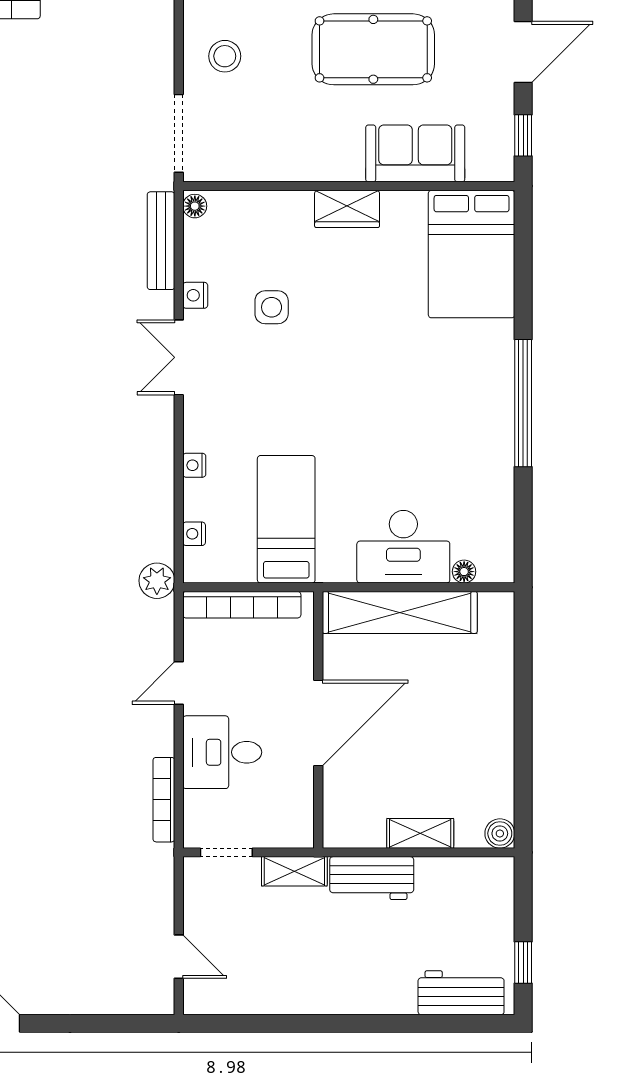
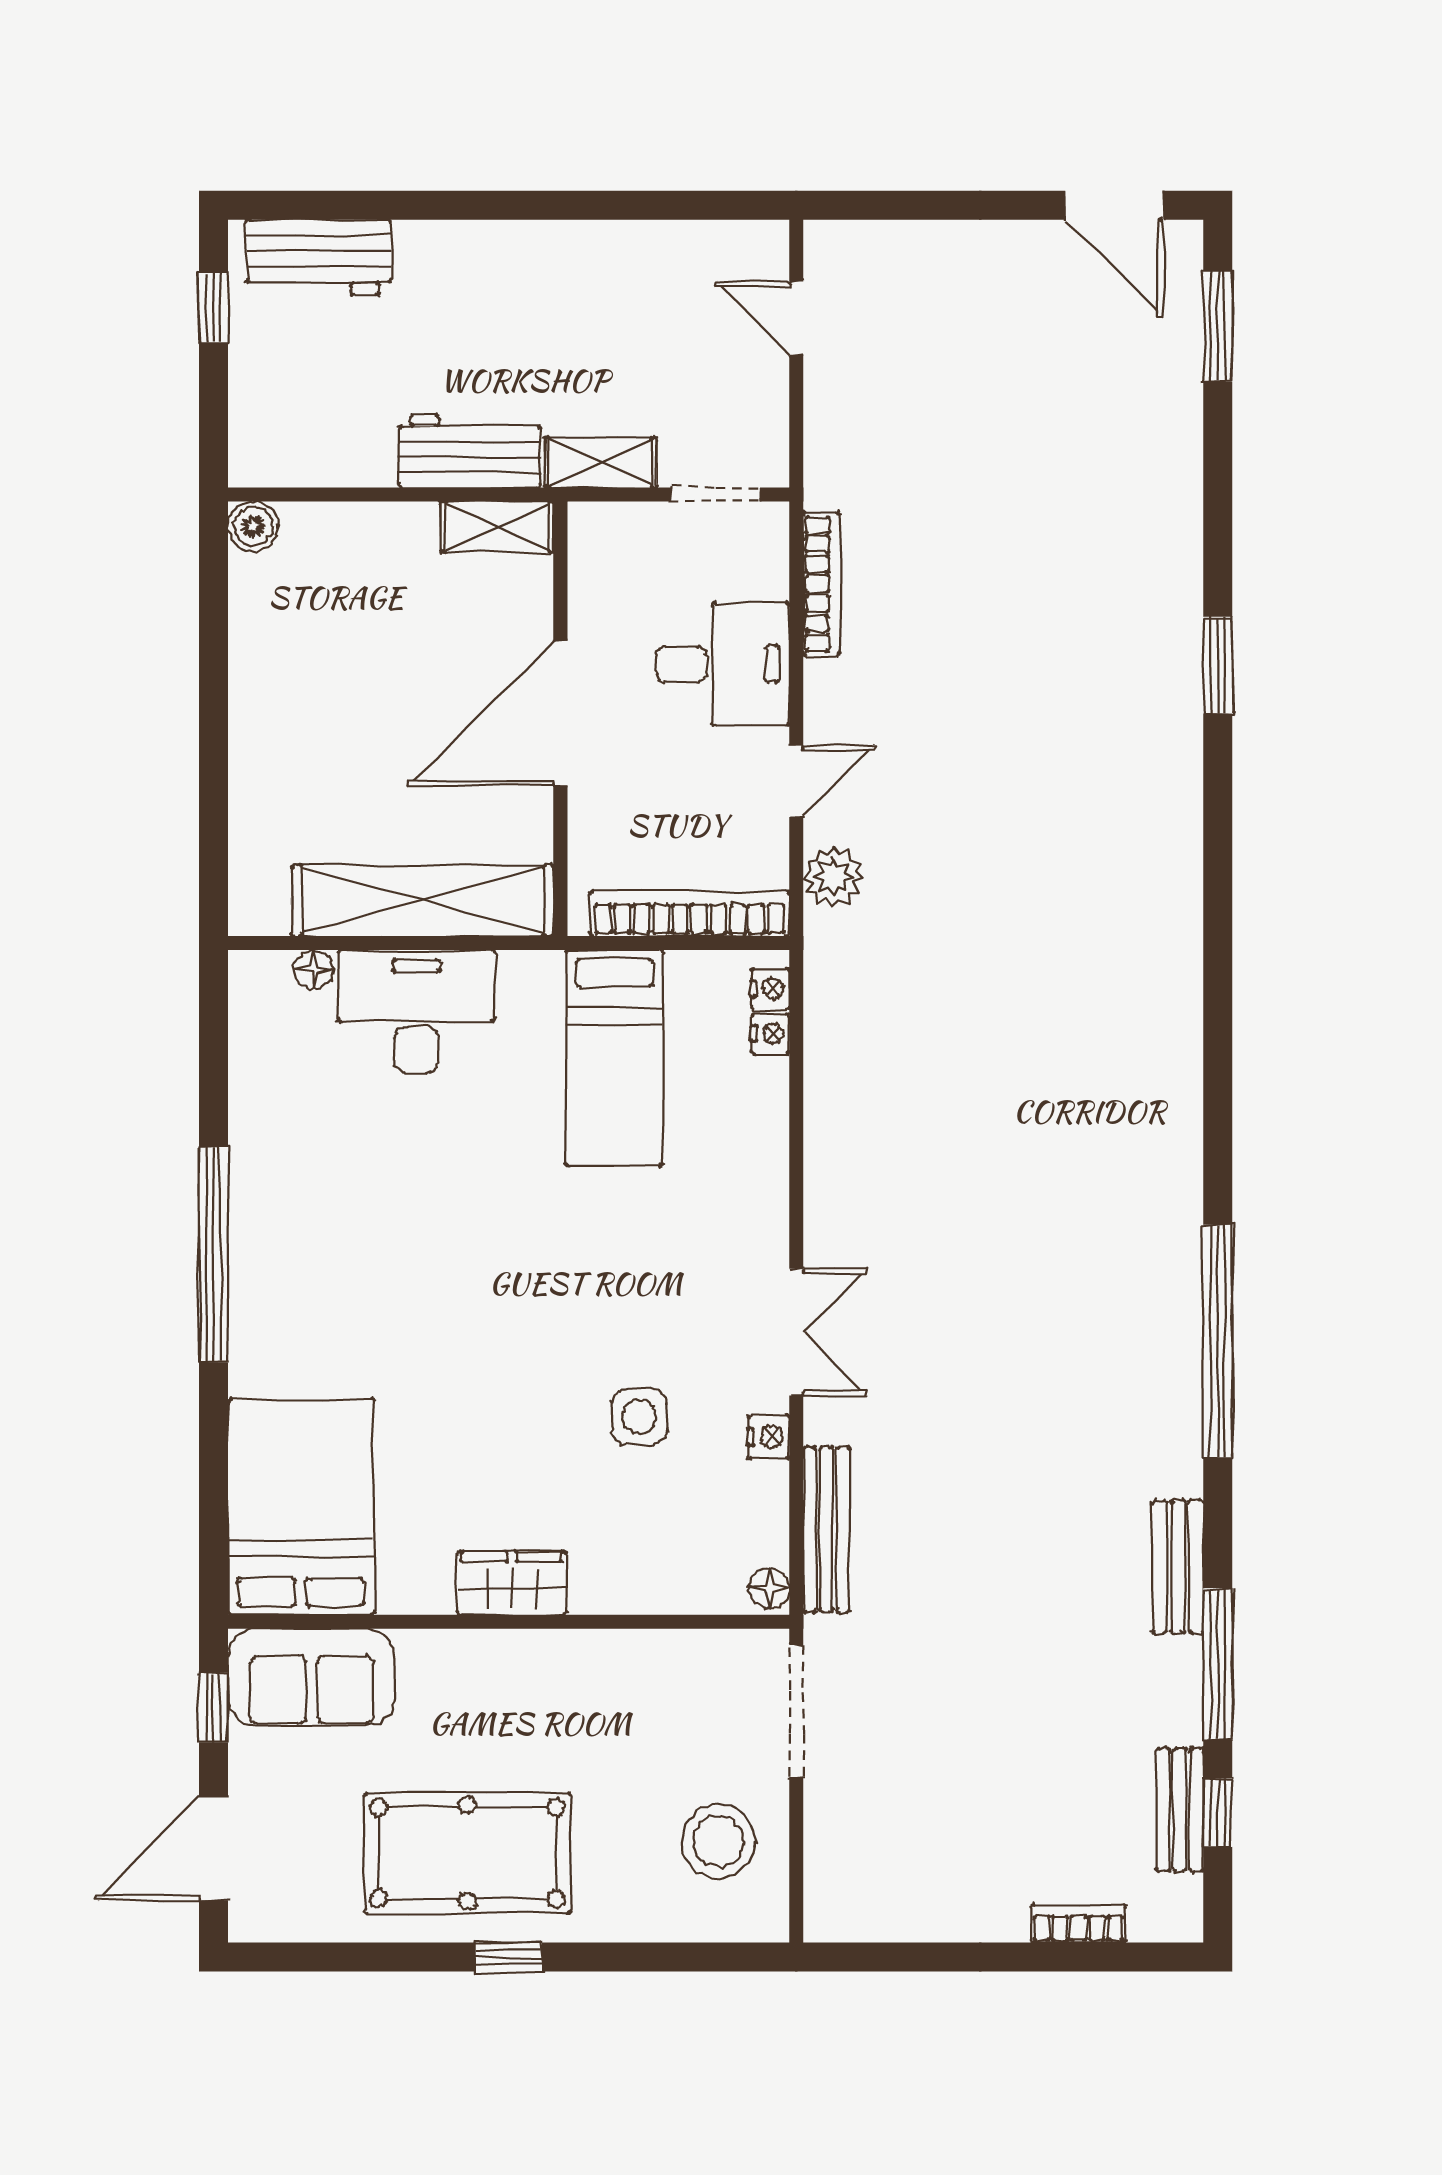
stool: (225, 56) -> (718, 1842), width x1.38, depth x1.38
sofa: (415, 153) -> (312, 1677), moved
nightstand: (194, 465) -> (770, 988), moved
plant: (157, 581) -> (833, 877), moved
shelving: (420, 833) -> (497, 527), moved

